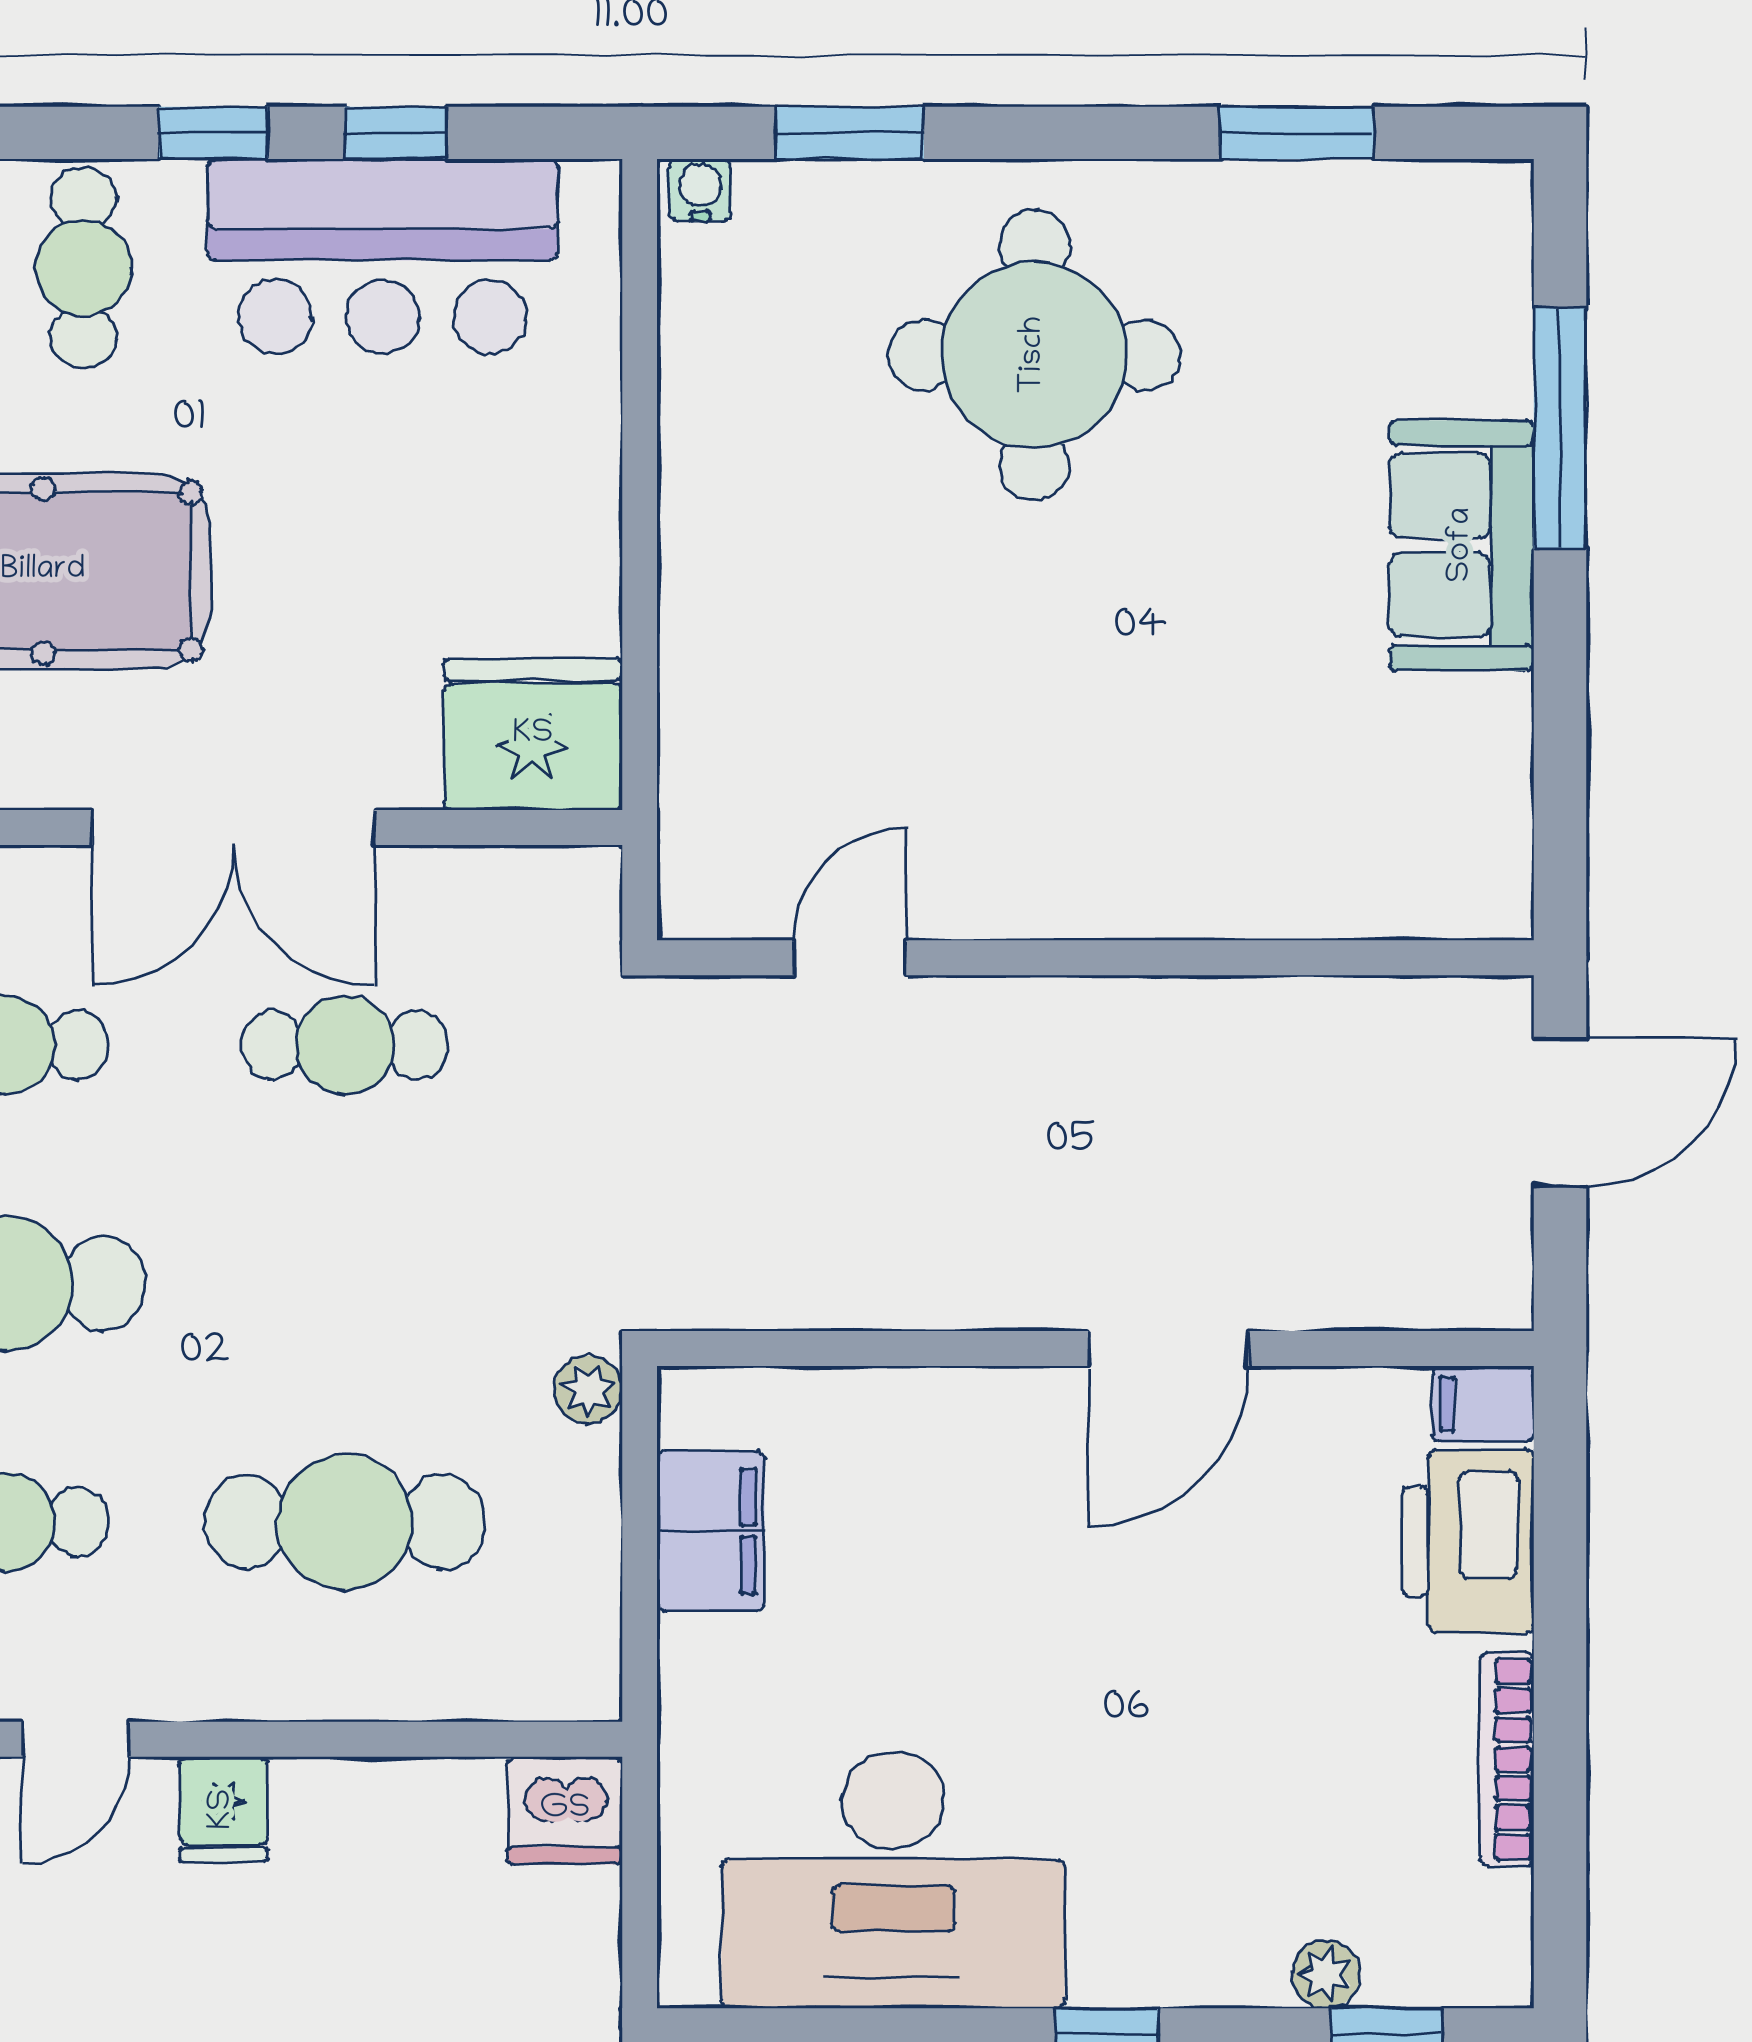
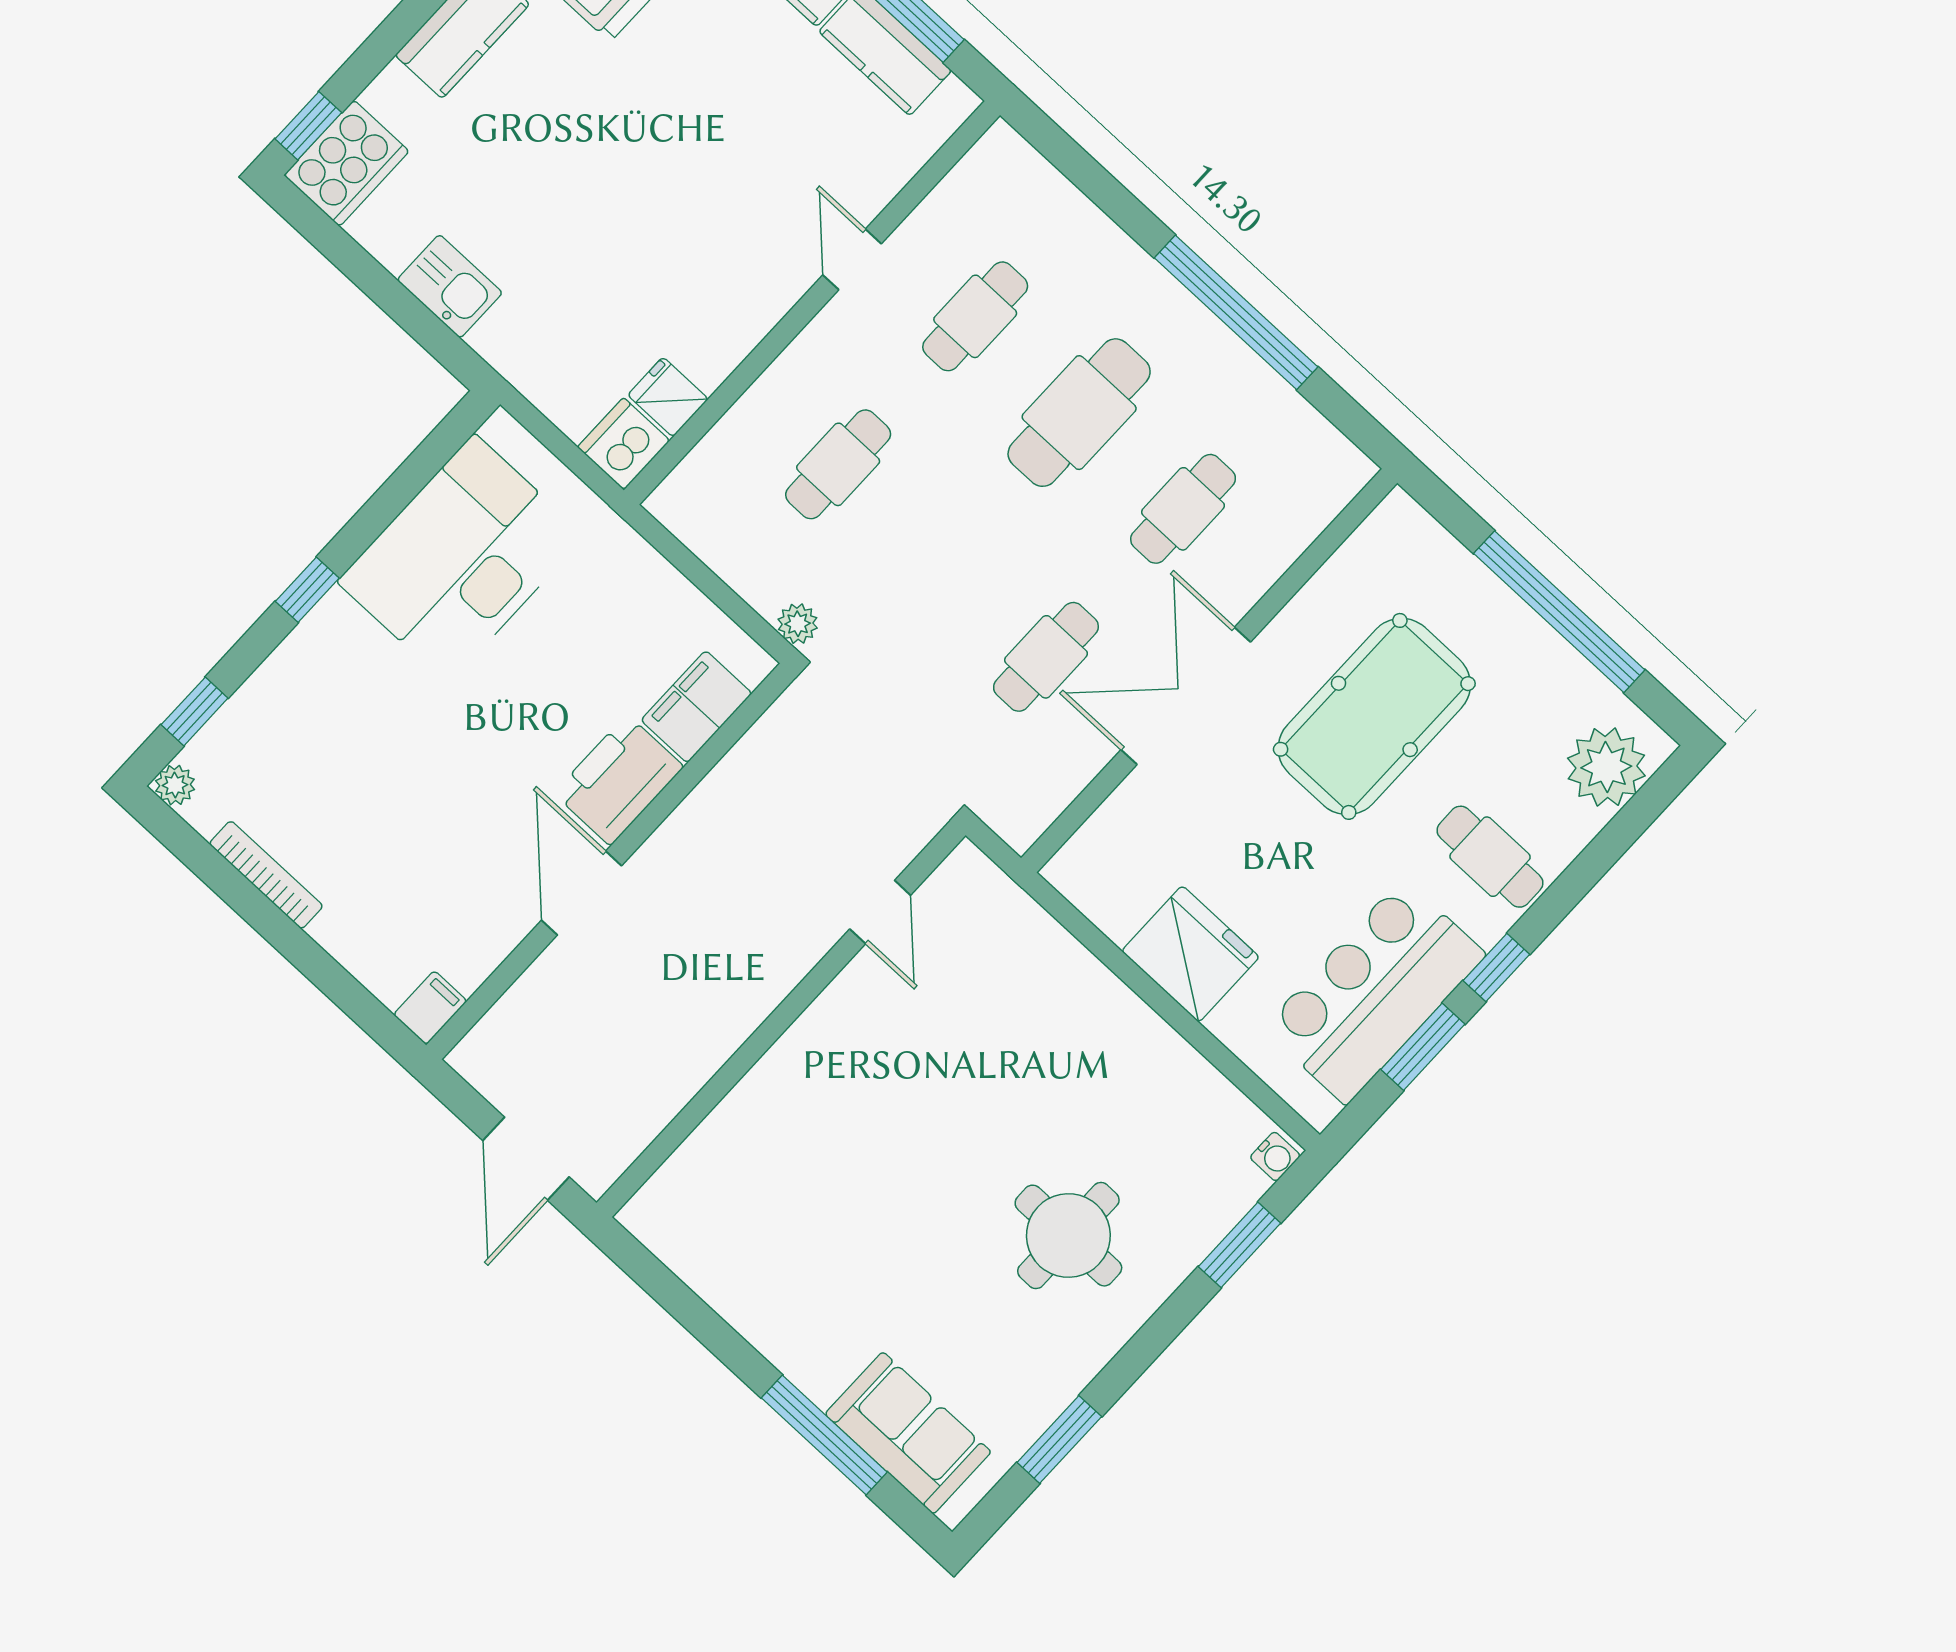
window: (396, 133) -> (1423, 1047), width x1.50
round table: (1034, 355) -> (1068, 1236), width x0.73, depth x0.73
sofa: (1462, 545) -> (908, 1433), moved
fridge: (533, 735) -> (1190, 954), moved, turned -90
cafe table: (345, 1522) -> (838, 464), width x0.73, depth x0.74
filing cabinet: (711, 1531) -> (696, 707), moved, turned 90
printer: (1468, 1541) -> (619, 780), moved, turned -90
fridge: (223, 1809) -> (668, 397), moved
plant: (1326, 1974) -> (175, 785), moved

